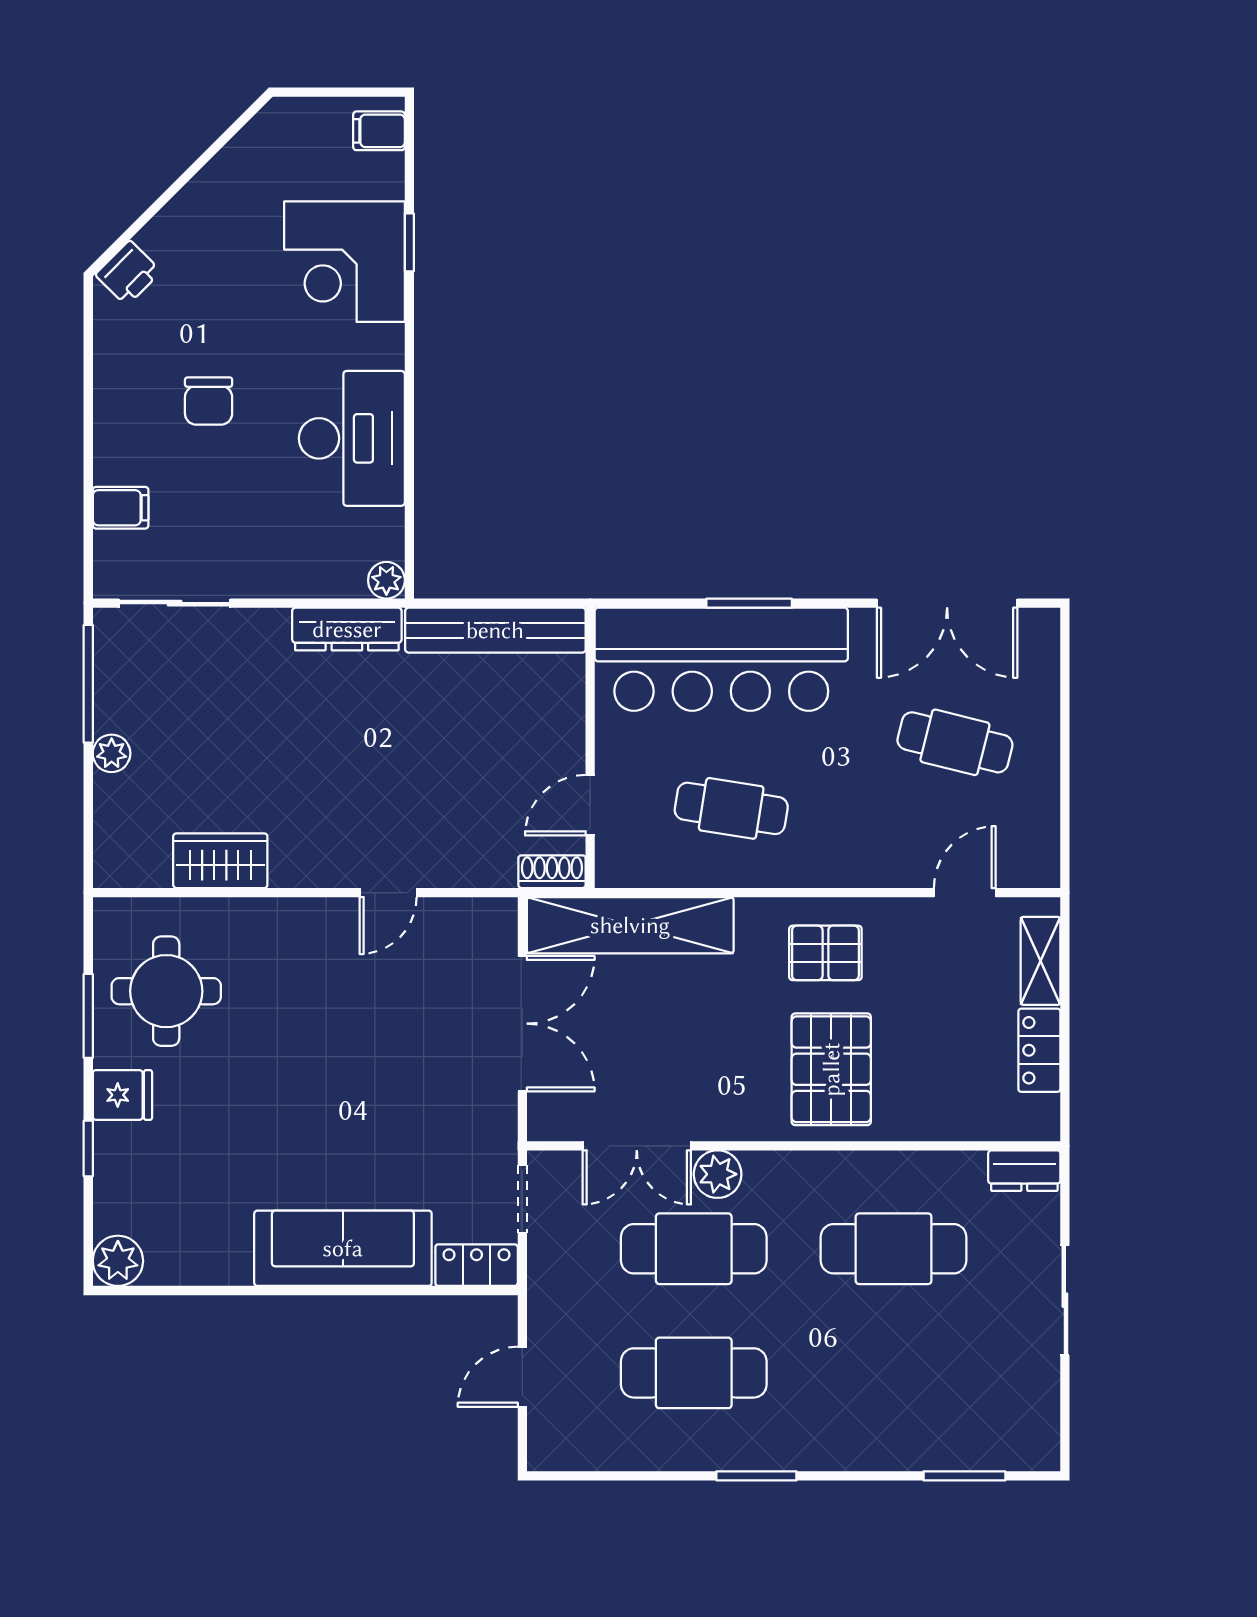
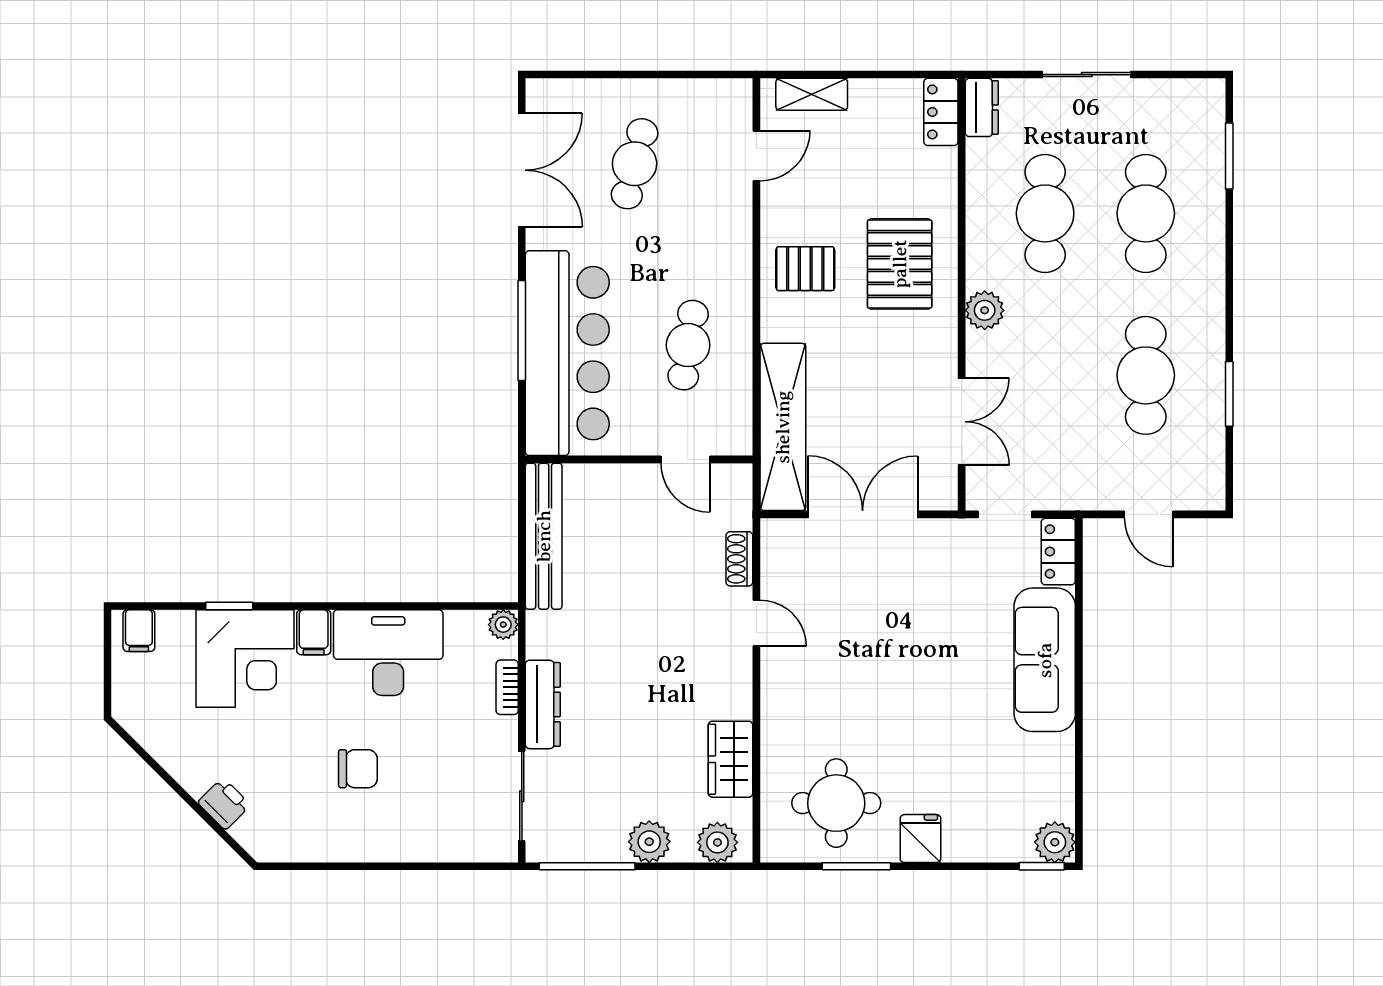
printer: (128, 273) -> (224, 804), moved
filing cabinet: (121, 508) -> (314, 632), moved, turned 180
bookcase: (309, 585) -> (507, 687), added
window: (749, 603) -> (522, 331), width x1.44
dresser: (347, 629) -> (543, 704), moved
plant: (112, 753) -> (649, 842), width x1.38, depth x1.38
plant: (118, 845) -> (717, 842), added
shoe rack: (552, 872) -> (739, 559), moved
door: (965, 893) -> (756, 156), swing flipped
pallet: (825, 953) -> (805, 269), turned 90
locker: (1039, 1050) -> (941, 112), moved, turned 90
pallet: (831, 1069) -> (900, 264), turned 90
window: (88, 1149) -> (1042, 866), moved
plant: (718, 1174) -> (985, 310), moved
cafe table: (694, 1249) -> (1146, 213), moved
window: (756, 1476) -> (1229, 394), moved

